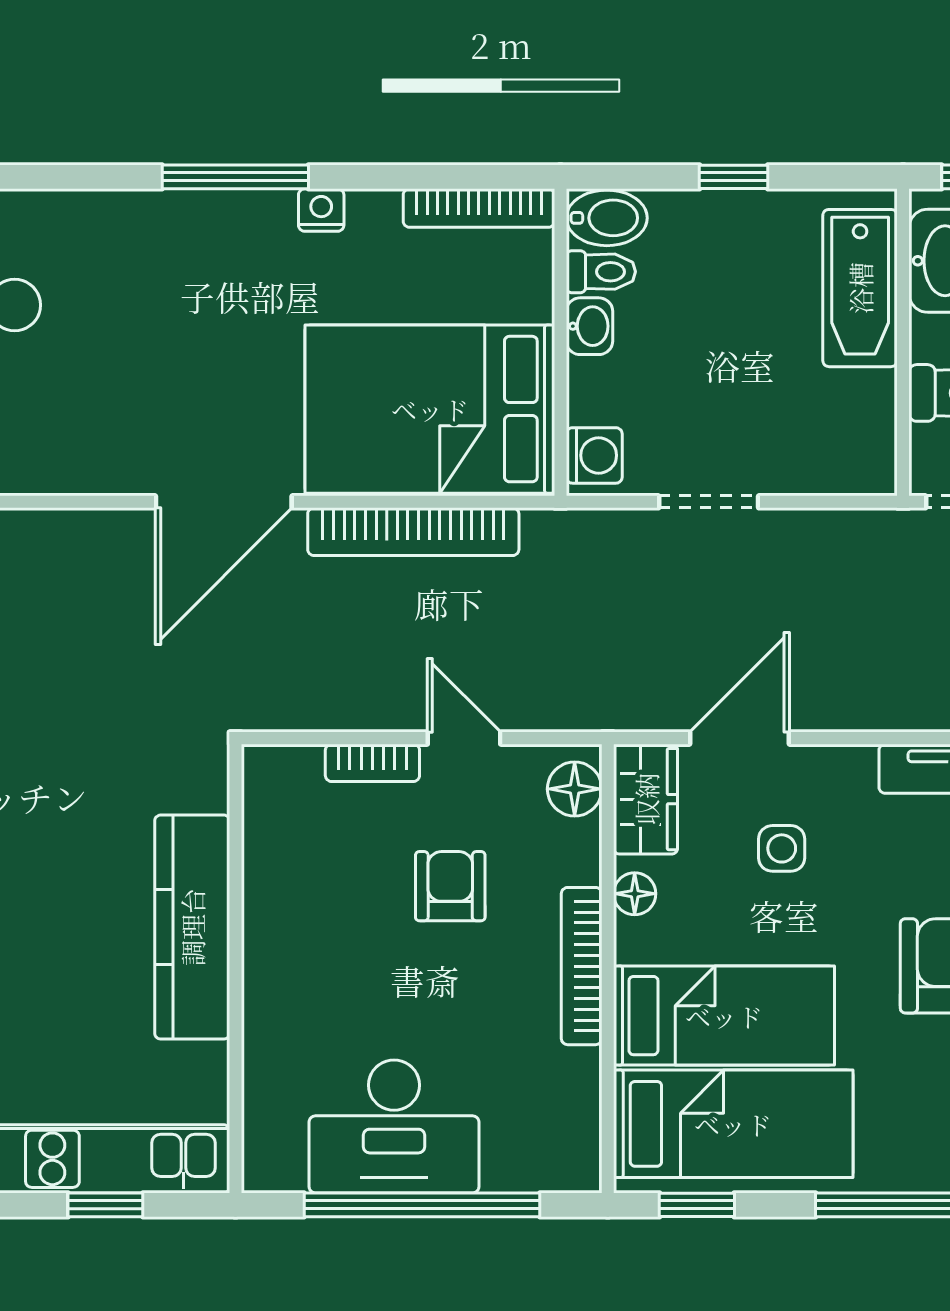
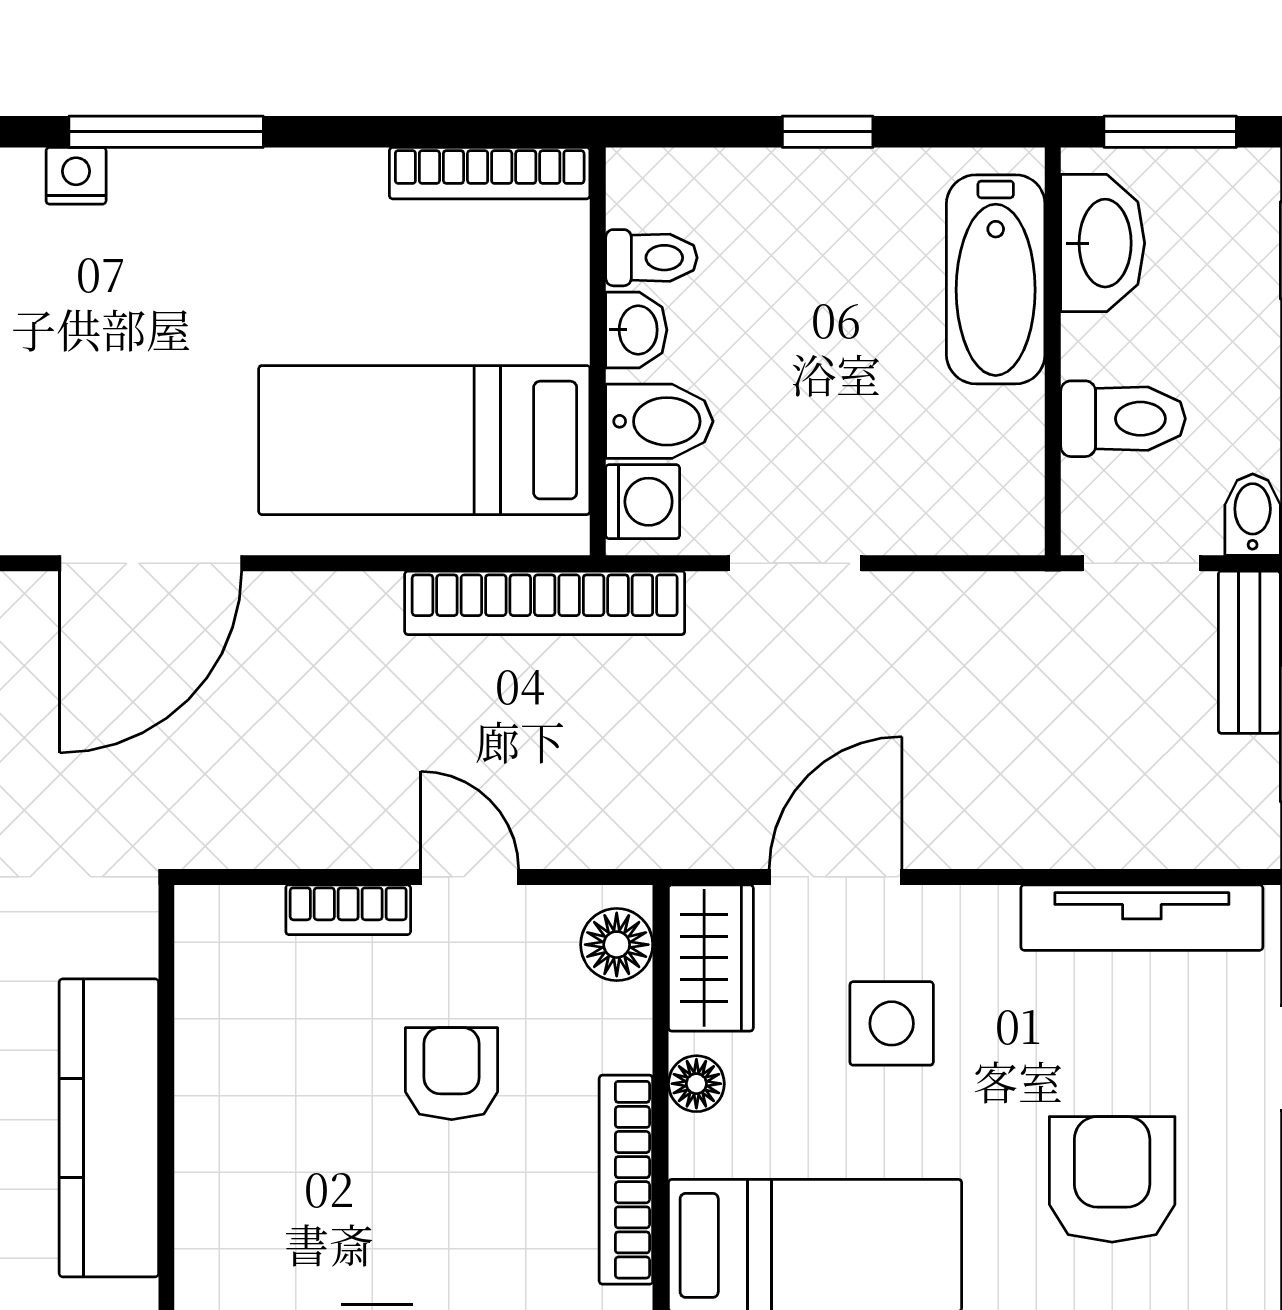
nightstand: (321, 210) -> (76, 176), moved
bidet: (607, 218) -> (659, 421), moved
bed: (430, 409) -> (424, 440), width x0.67
bookcase: (413, 532) -> (545, 603), moved
side table: (782, 848) -> (892, 1023), width x1.37, depth x1.37

